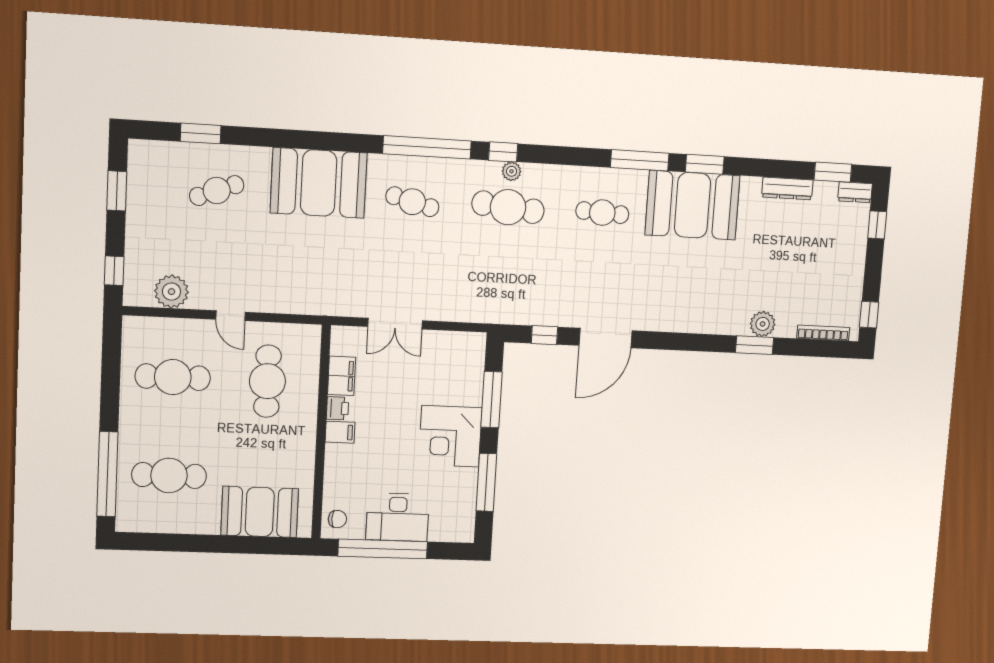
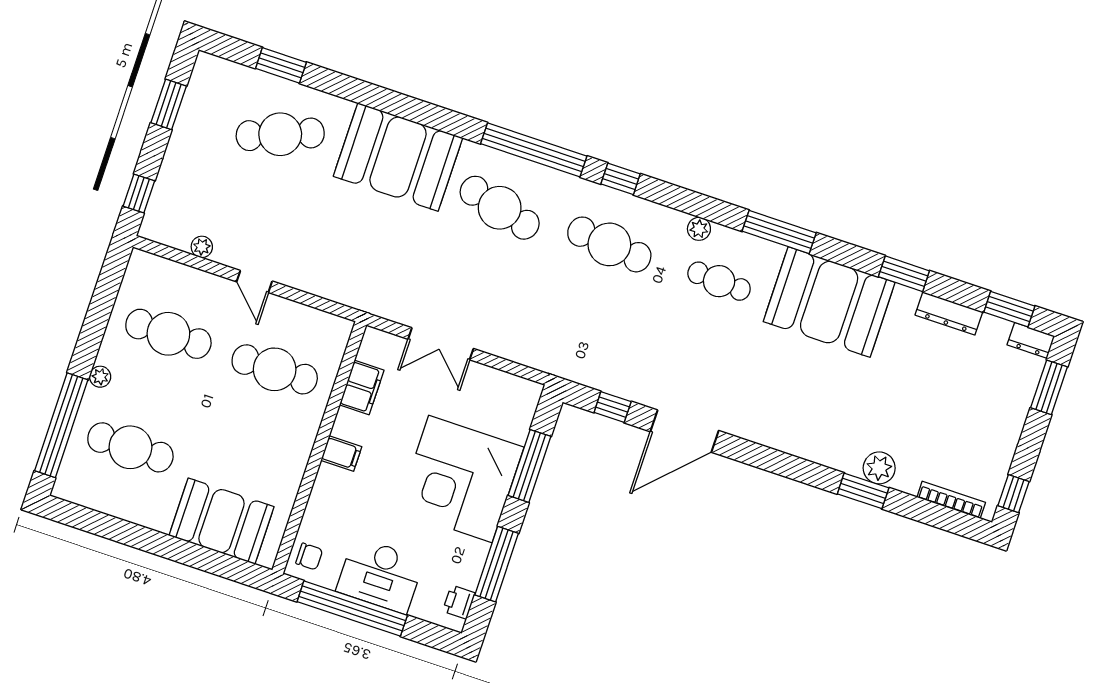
window: (705, 164) -> (904, 274), moved
plant: (512, 171) -> (699, 229), moved
cafe table: (217, 191) -> (280, 134), width x1.37, depth x1.35
cafe table: (412, 202) -> (500, 208), width x1.37, depth x1.35
window: (877, 225) -> (1049, 387), width x1.50
plant: (171, 292) -> (202, 247), width x0.53, depth x0.53
cafe table: (267, 381) -> (275, 369), turned 90
printer: (337, 408) -> (459, 602), moved, turned 180
plant: (127, 427) -> (100, 377), added
corner desk: (450, 436) -> (460, 479), width x1.36, depth x1.36

